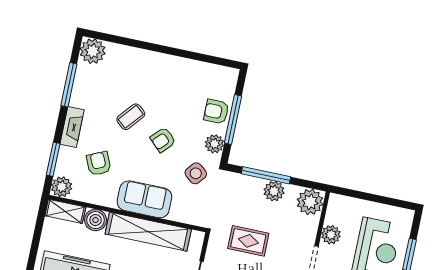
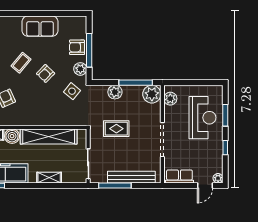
window: (266, 175) -> (136, 83), moved
plant: (274, 191) -> (115, 92), moved
sofa: (144, 199) -> (40, 26), moved, turned 180
plant: (331, 235) -> (170, 99), moved

